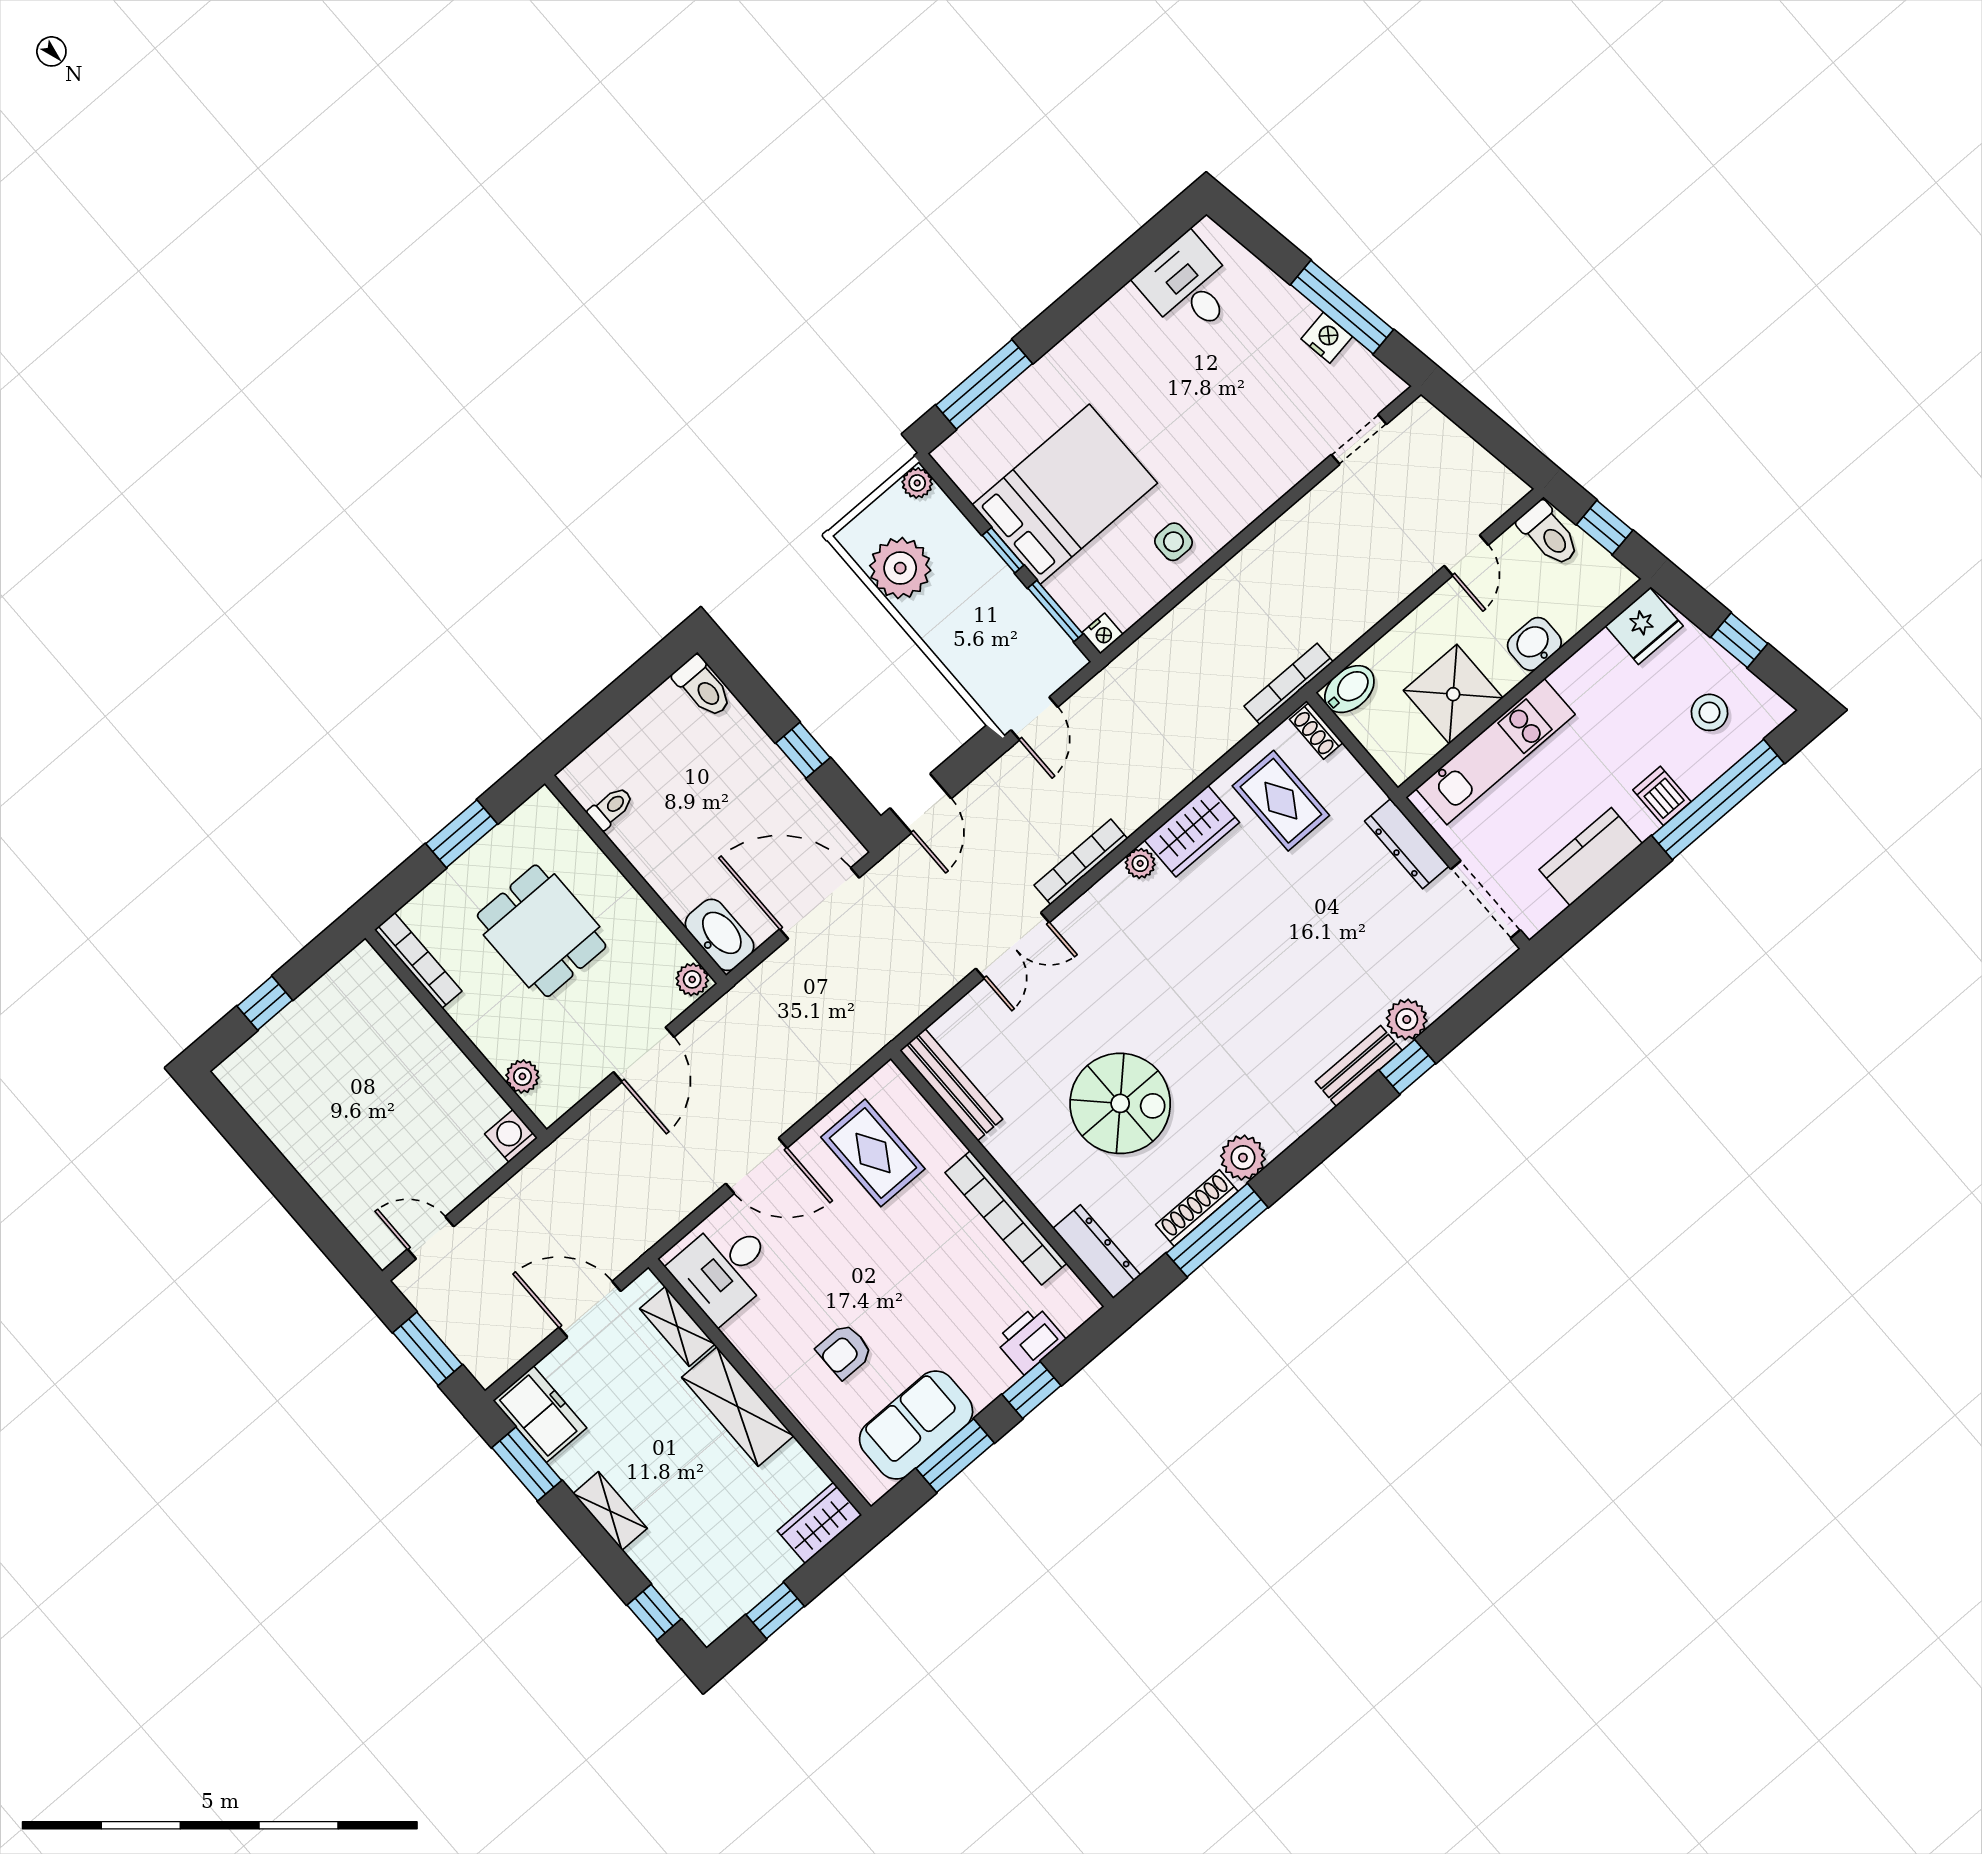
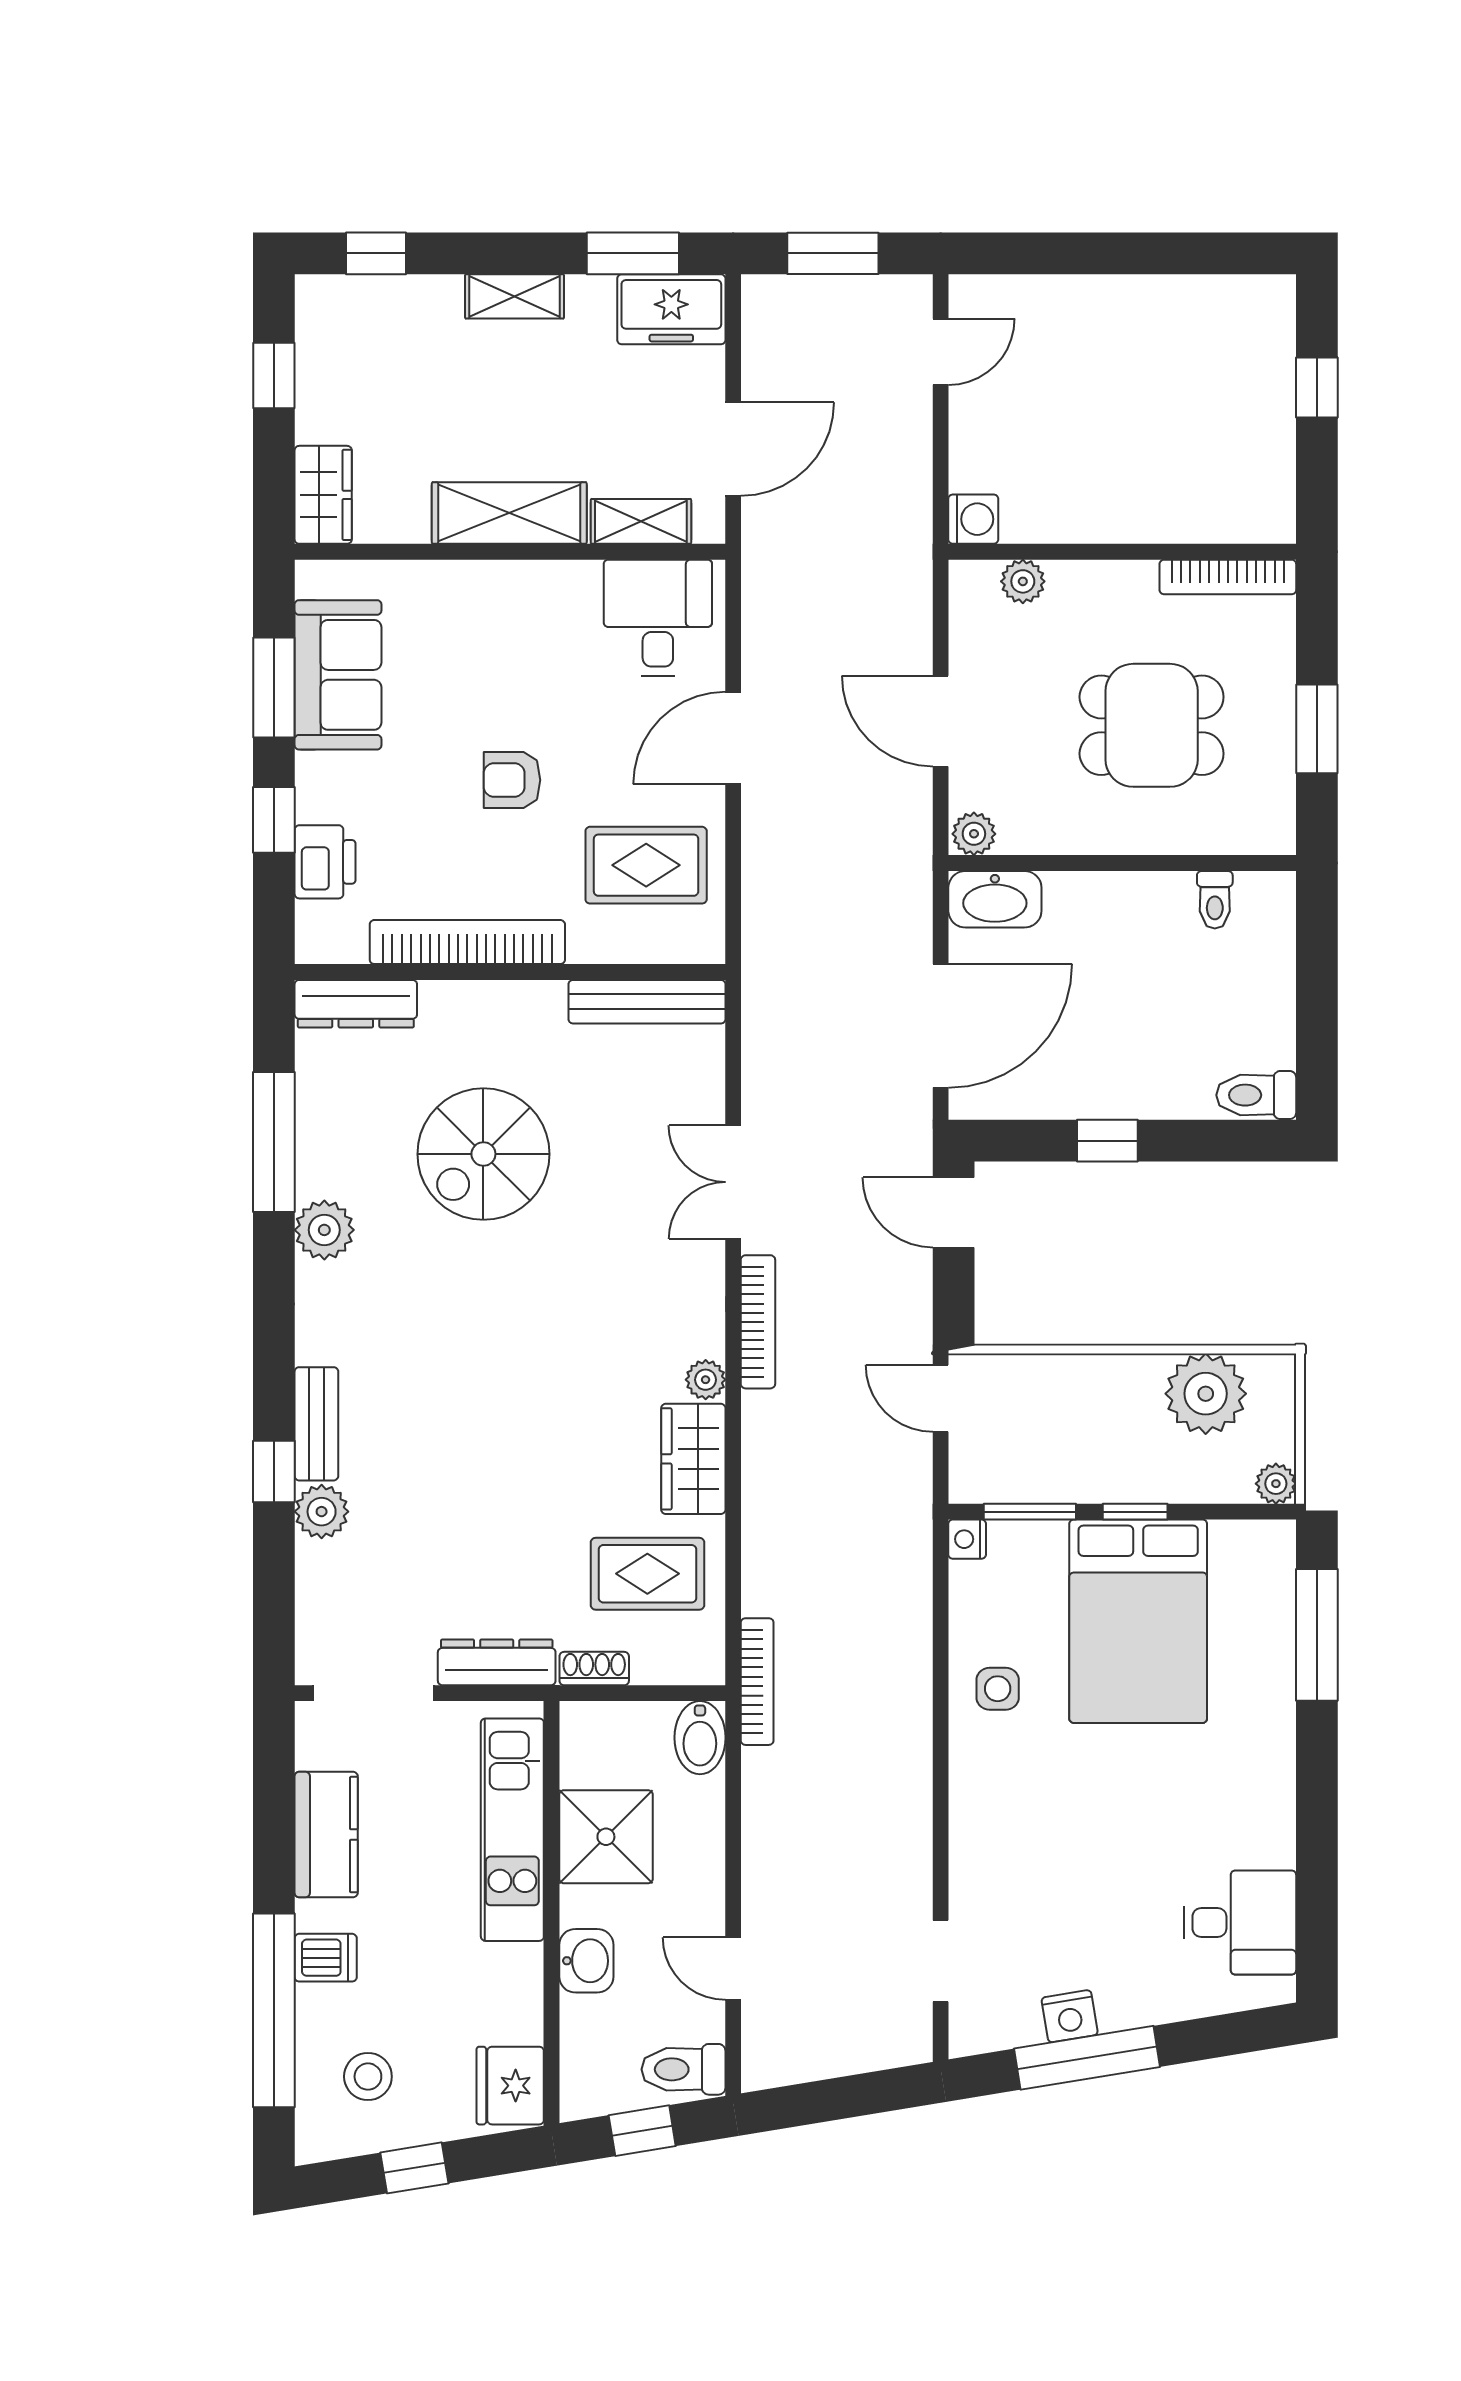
shoe rack: (1316, 731) -> (594, 1669), moved
shoe rack: (1197, 1208) -> (314, 1141), removed
armchair: (844, 1351) -> (512, 780), moved, turned -90

